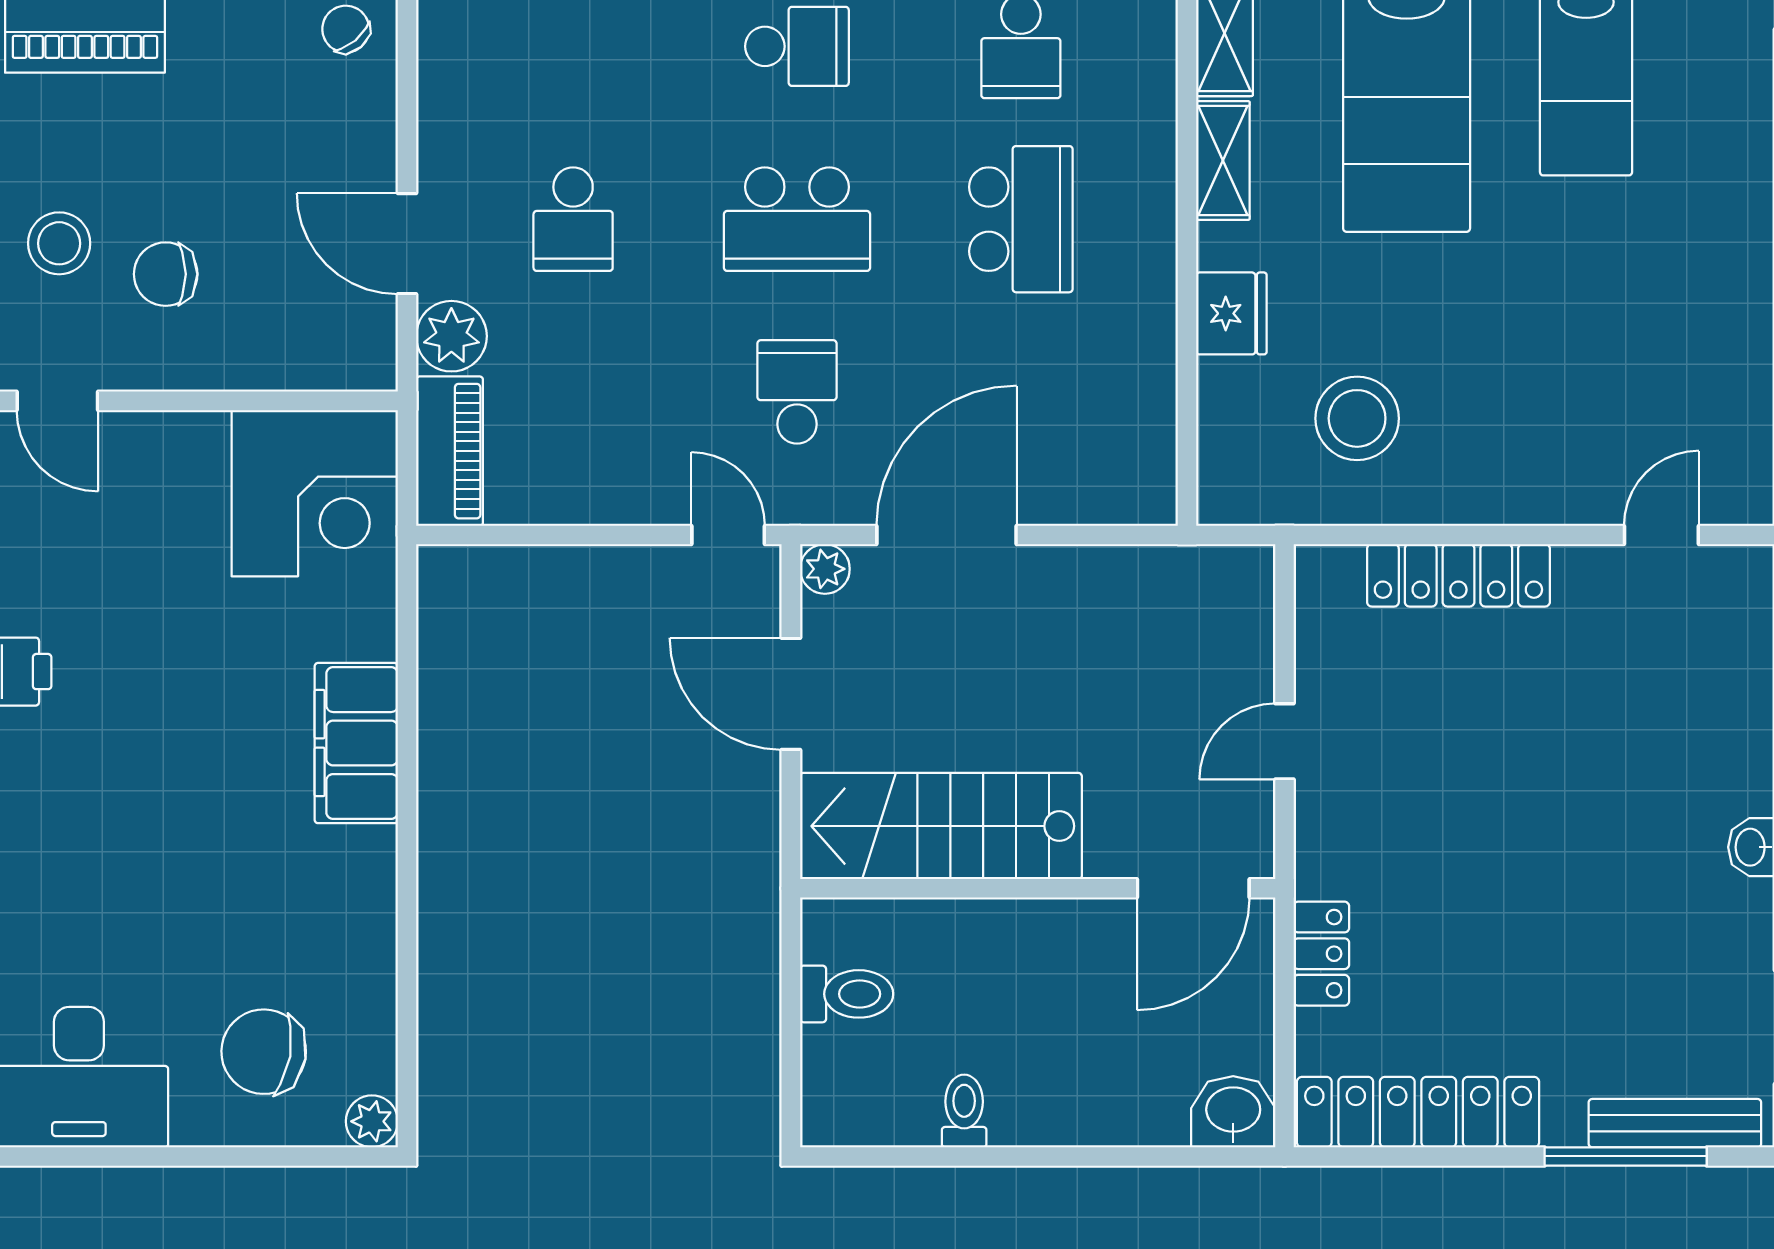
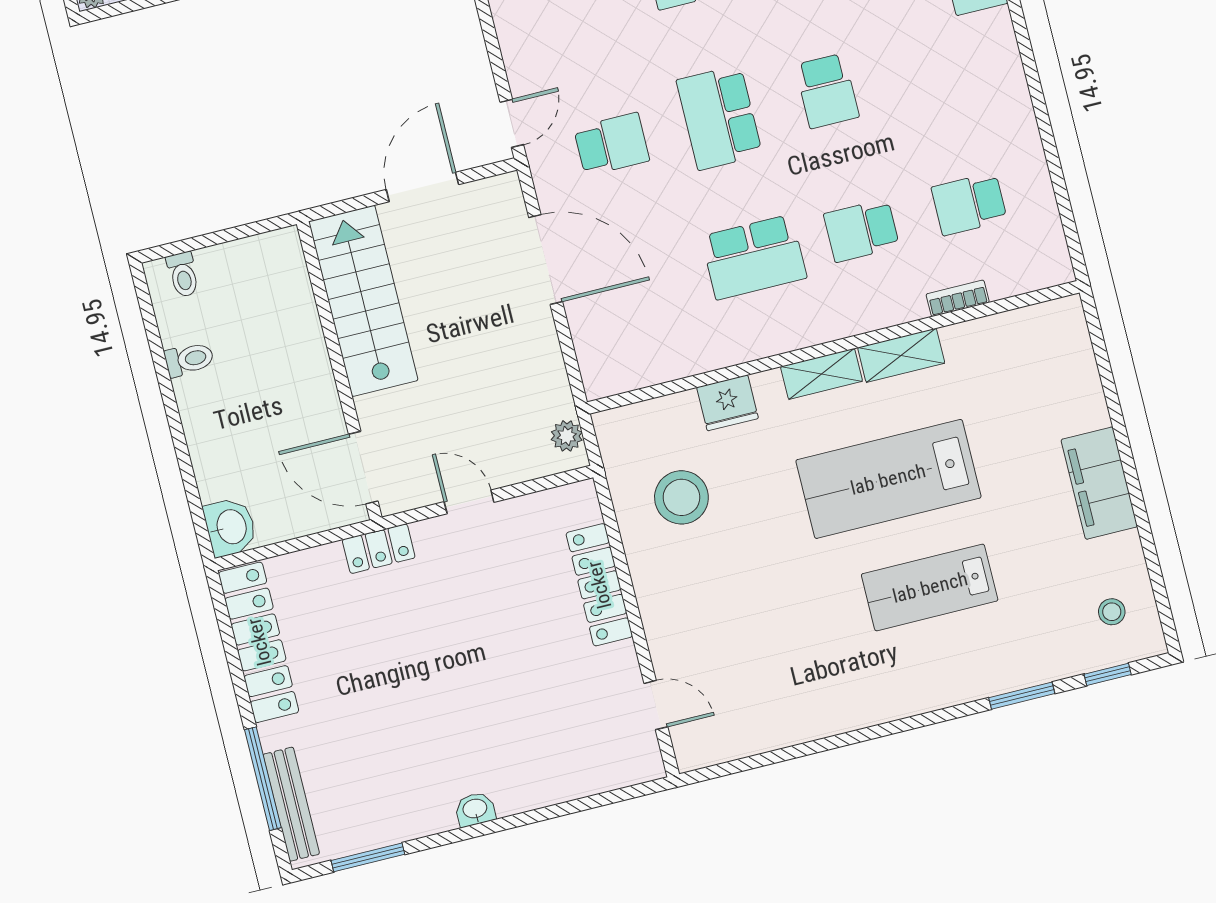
plant: (825, 569) -> (567, 436), moved
locker: (1321, 954) -> (379, 549), moved
toilet: (847, 994) -> (183, 275), moved, width x0.73, depth x0.72

